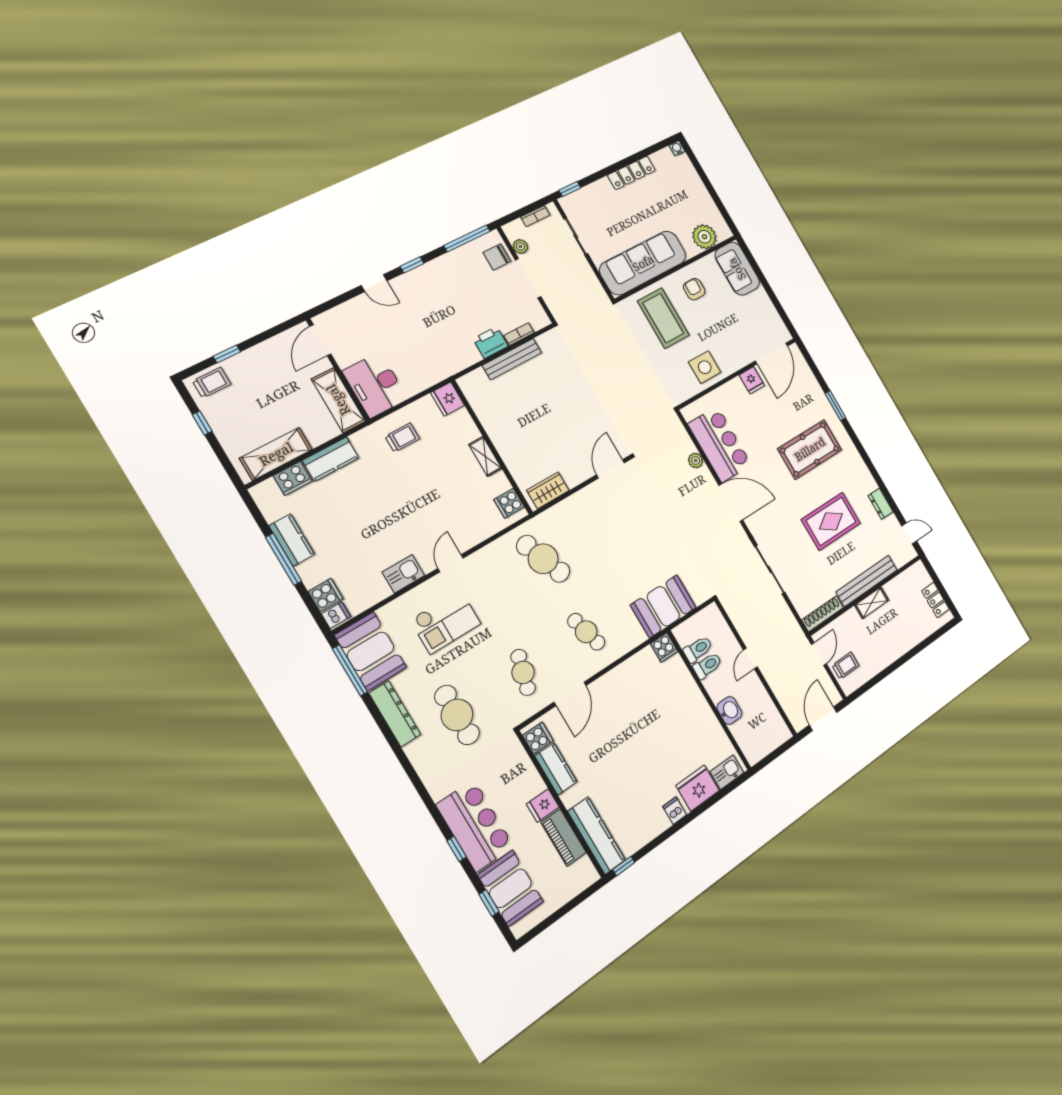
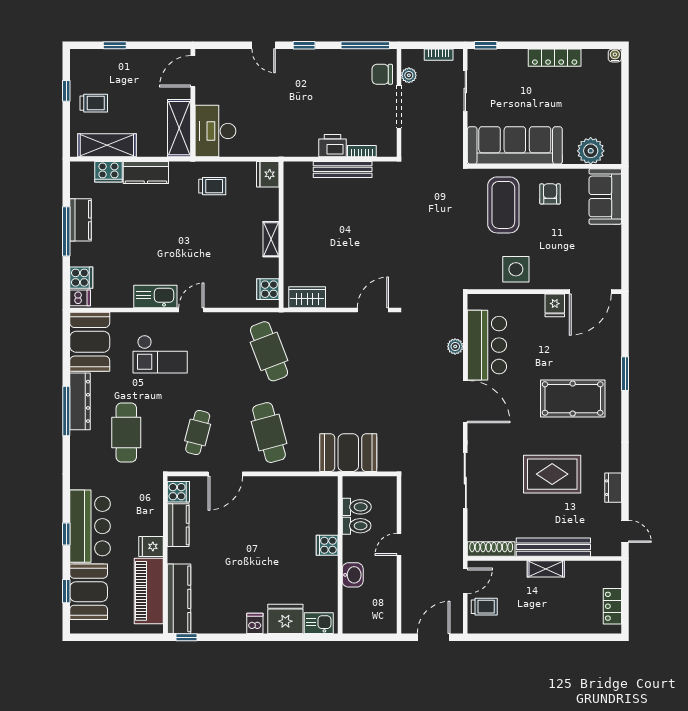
trolley: (212, 383) -> (94, 103), moved
kitchen sink: (403, 574) -> (155, 296), width x1.38
cafe table: (586, 632) -> (269, 433), width x1.37, depth x1.35
cooker: (664, 647) -> (327, 545), moved, turned 90
window: (350, 670) -> (66, 411), moved
piano: (564, 838) -> (149, 591), width x1.37, depth x1.33

